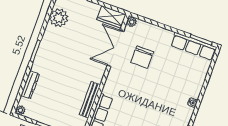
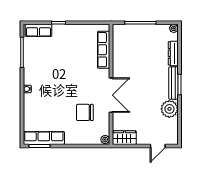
plant: (59, 18) -> (169, 109), moved
double door: (115, 48) -> (111, 95), moved
chair: (142, 57) -> (85, 112), turned -90
bench: (90, 100) -> (173, 83), moved

